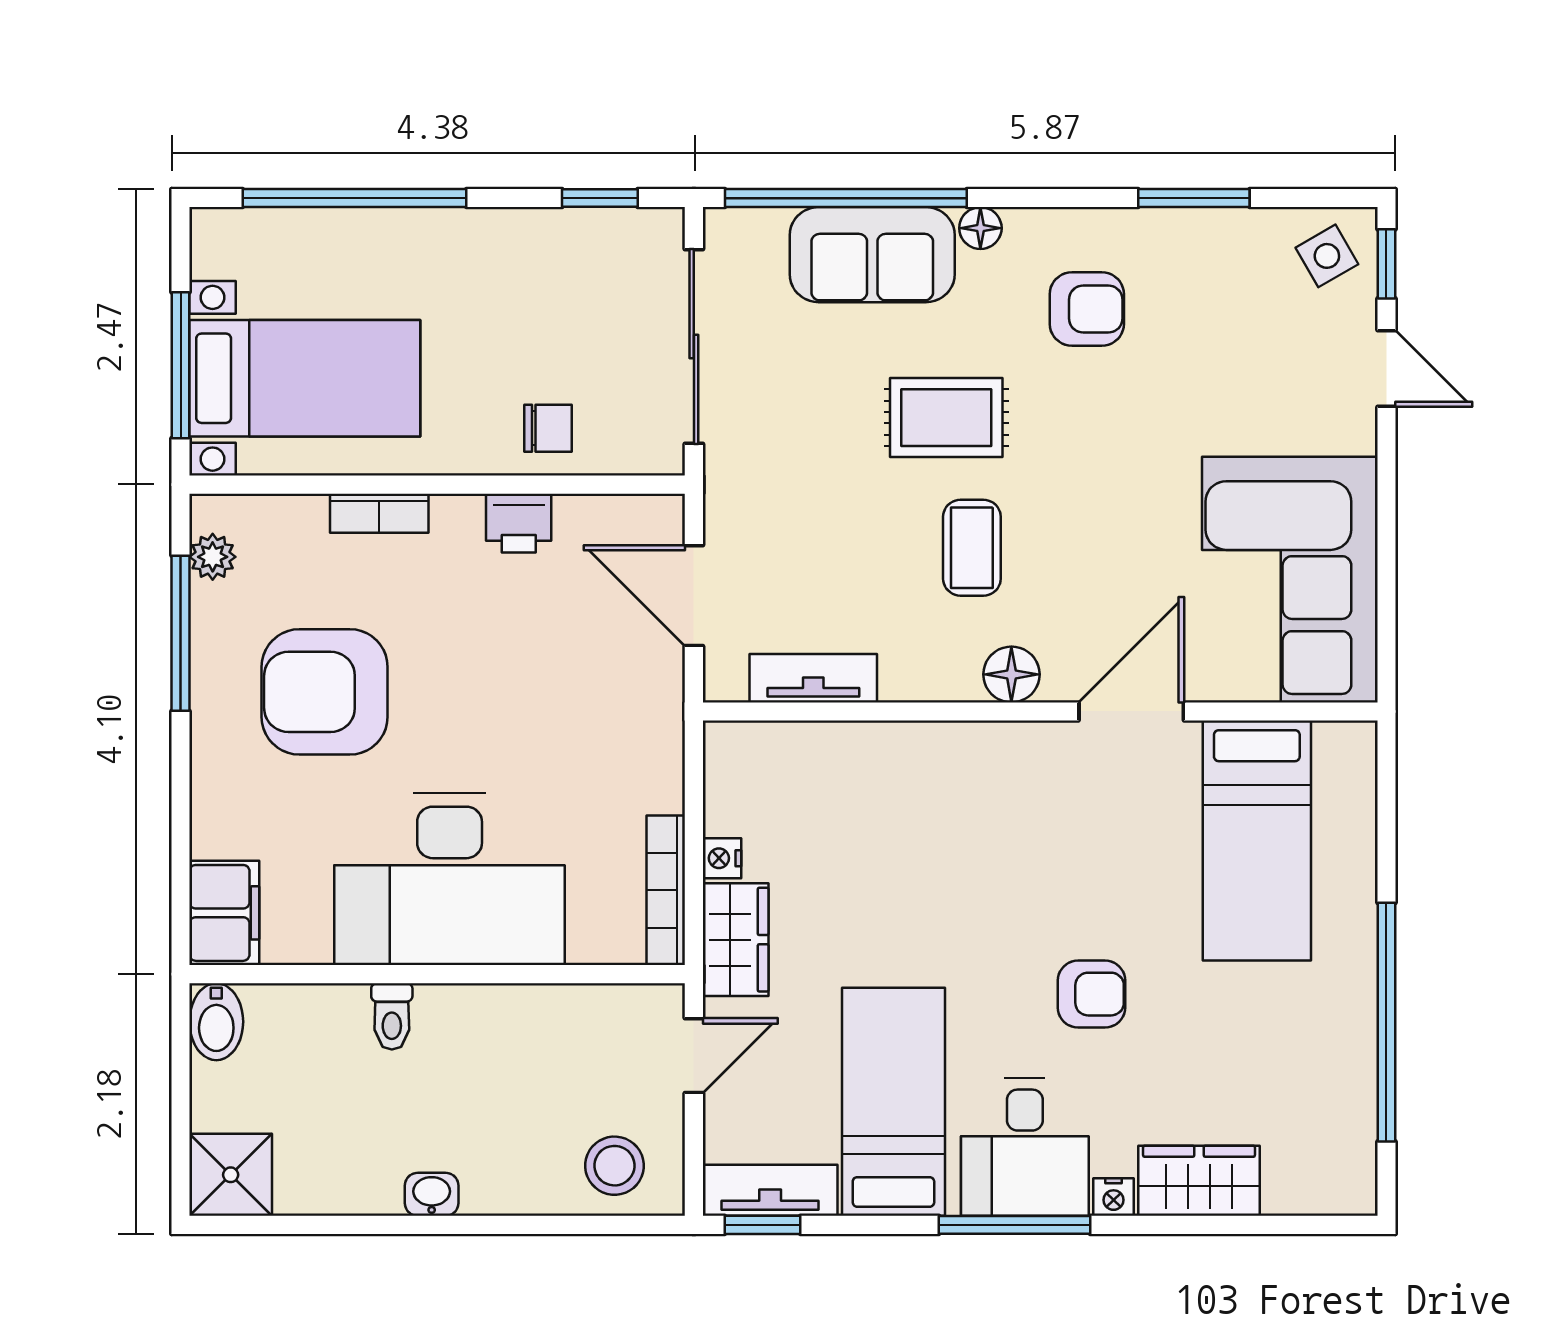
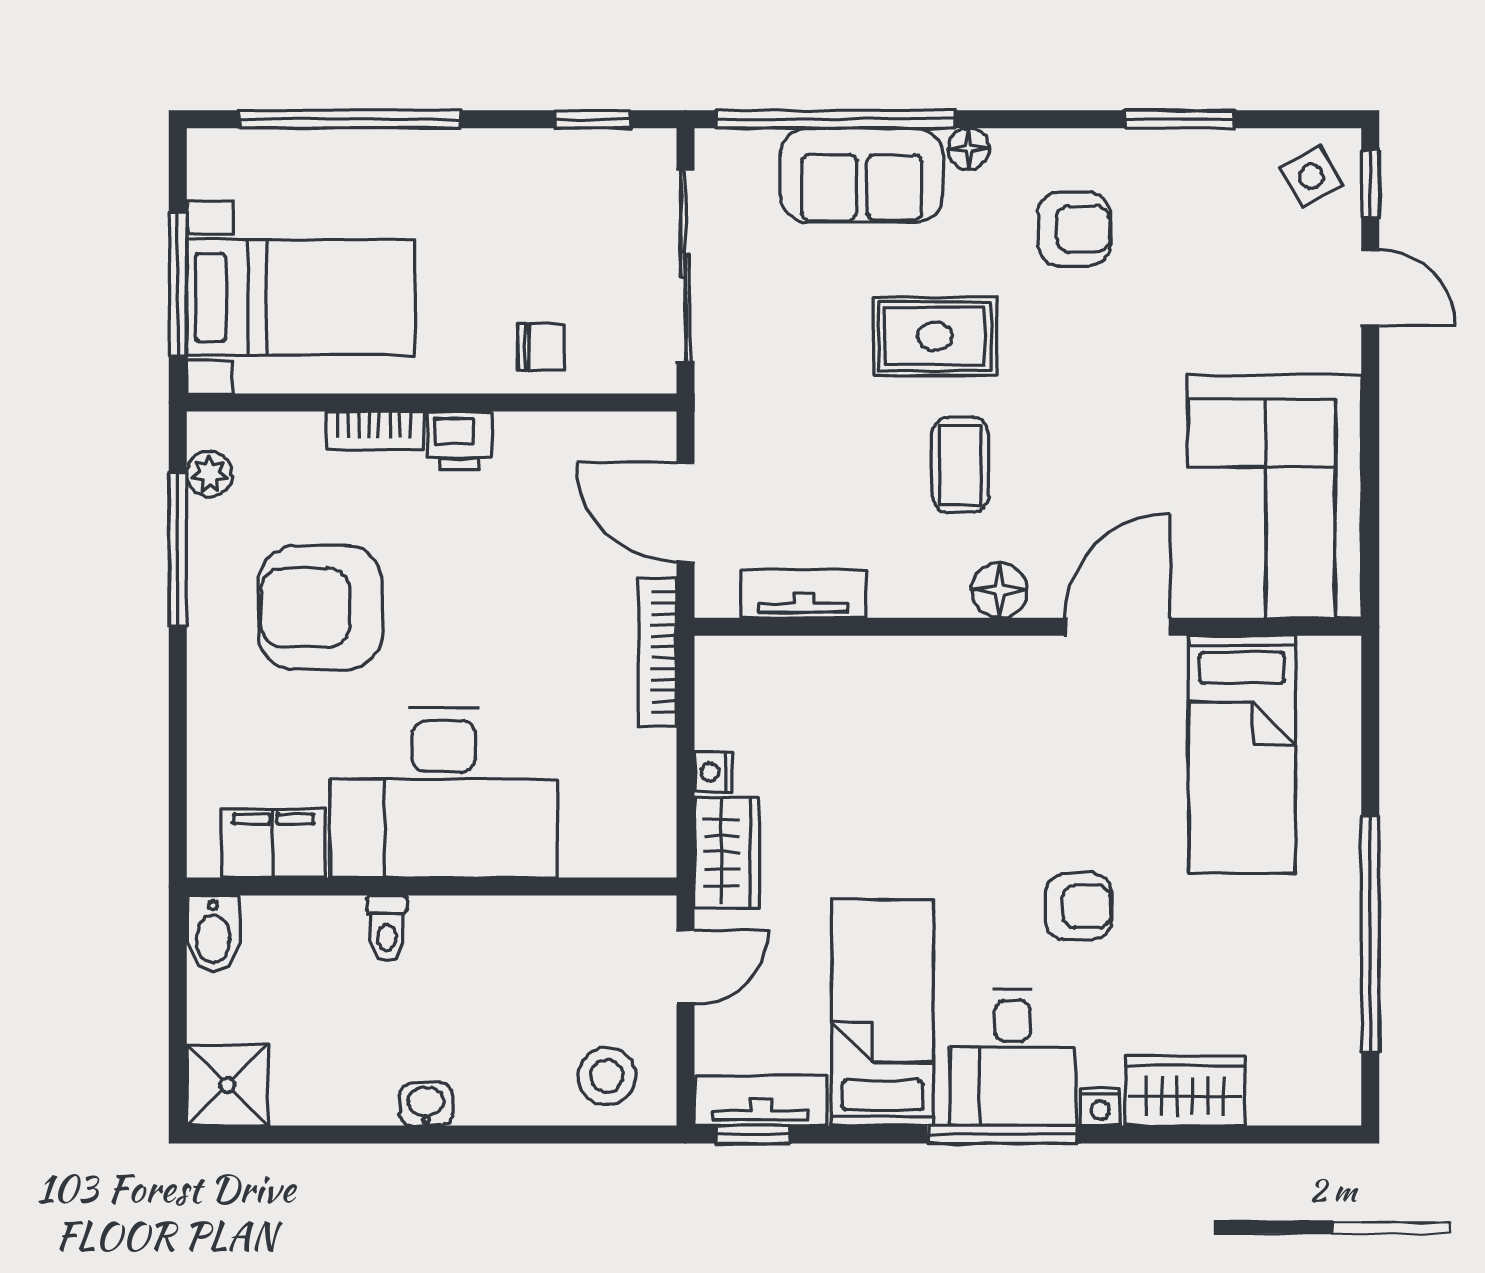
printer: (519, 523) -> (460, 441), moved
bookcase: (666, 890) -> (658, 652), moved
filing cabinet: (224, 913) -> (273, 843), moved, turned -90

